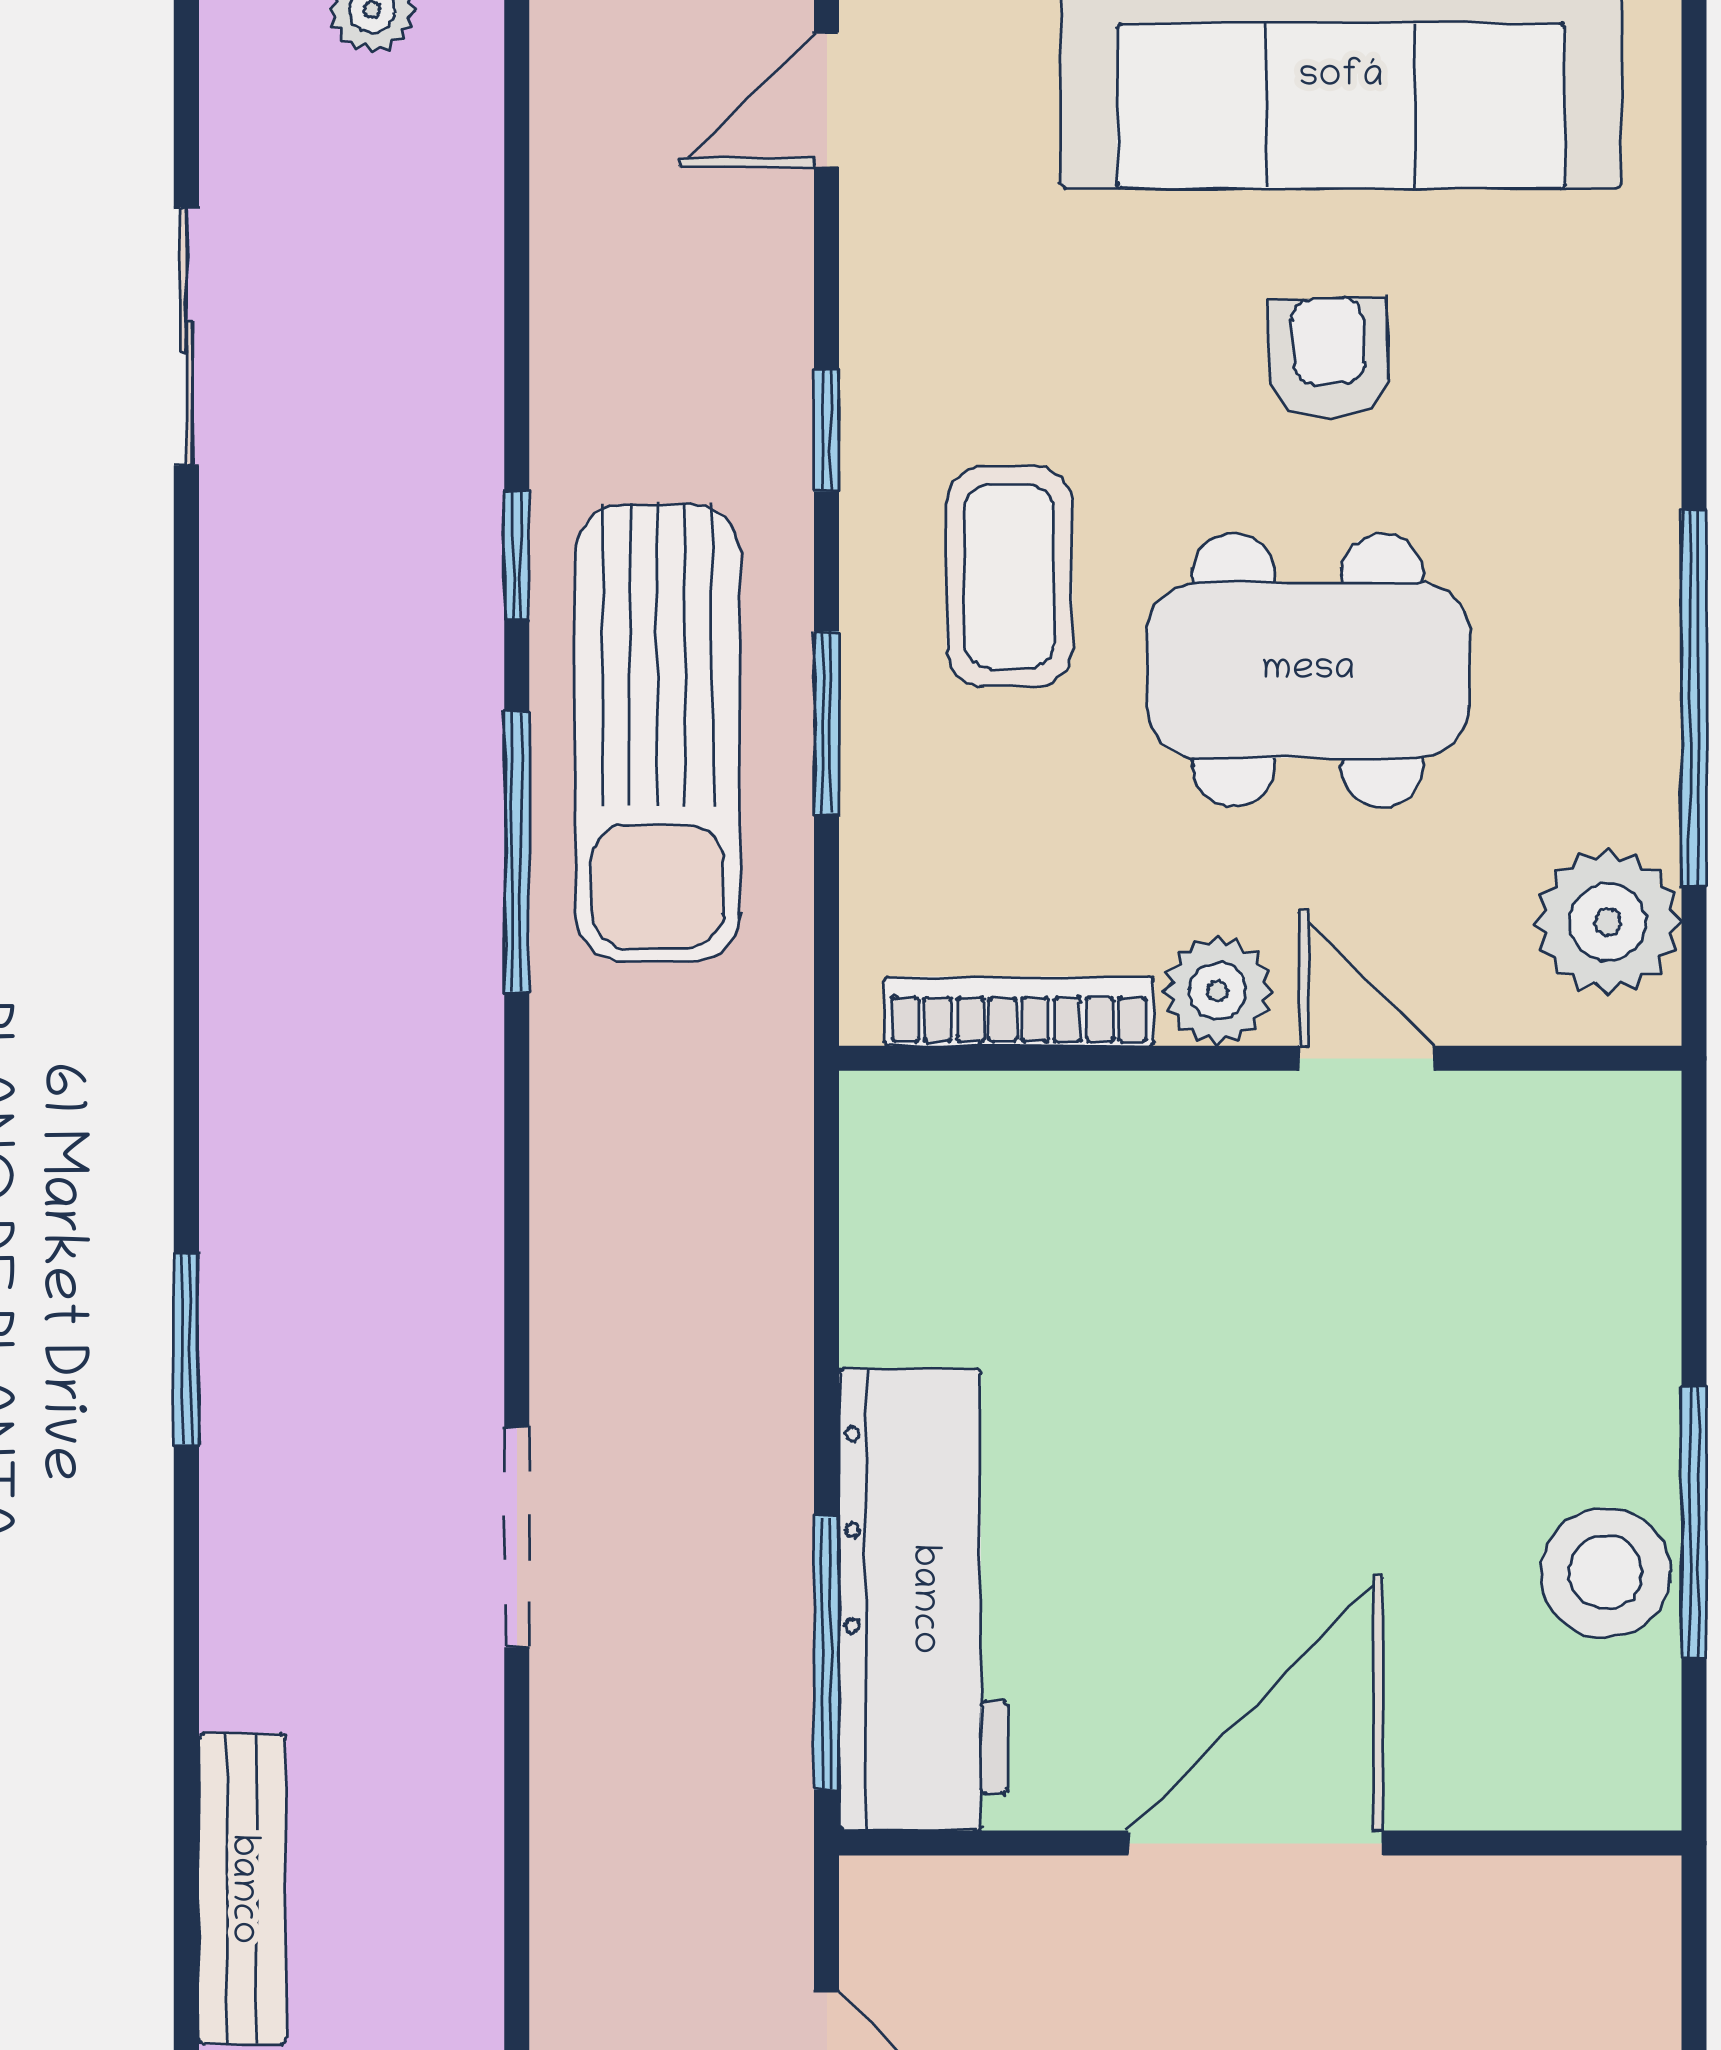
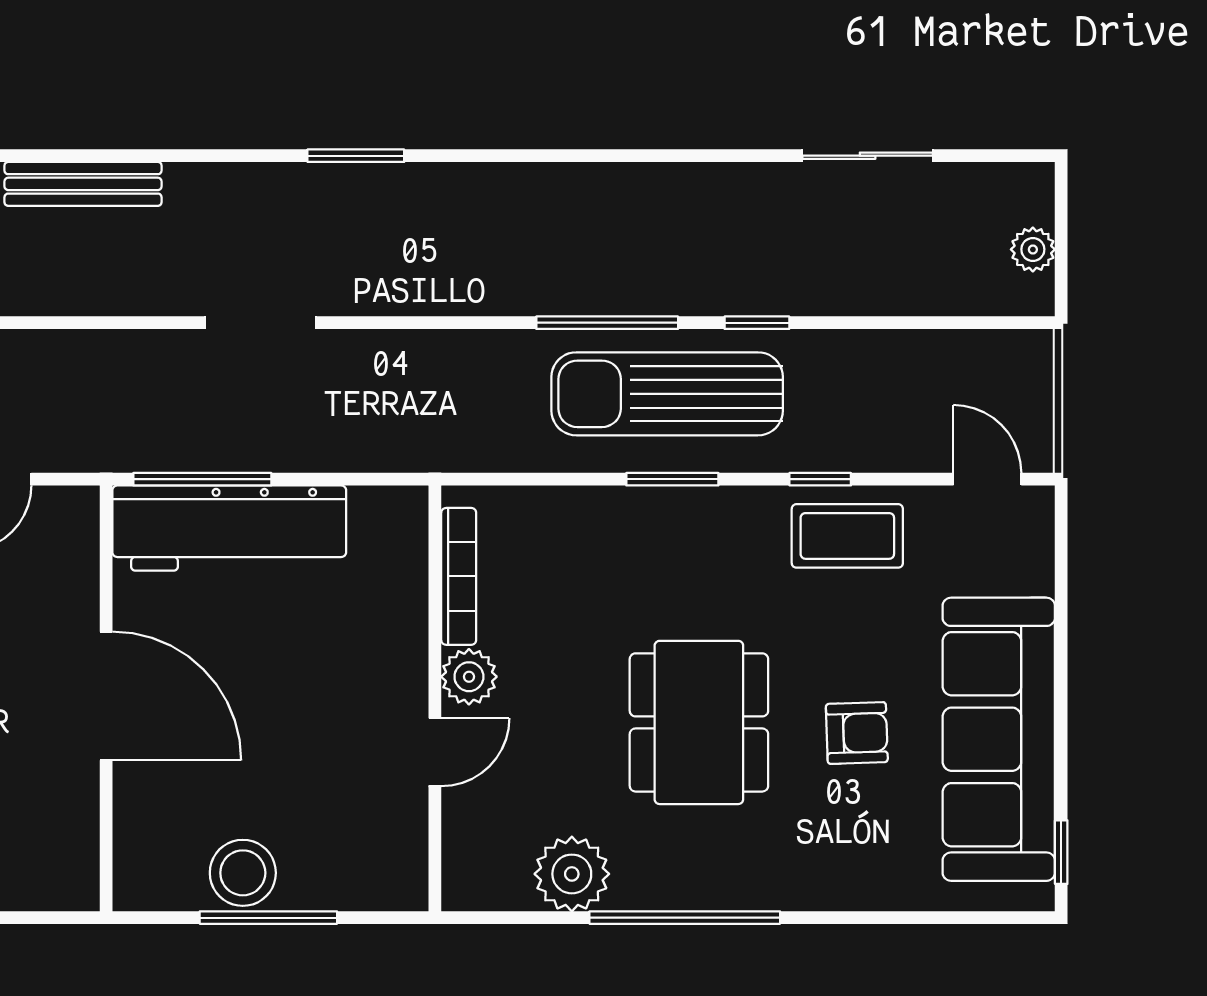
coffee table: (1009, 577) -> (847, 536), moved
plant: (1217, 991) -> (469, 677), moved
bookcase: (1019, 1011) -> (459, 576), moved
wall: (1260, 1058) -> (435, 698), moved
door: (1367, 1058) -> (435, 752), moved

